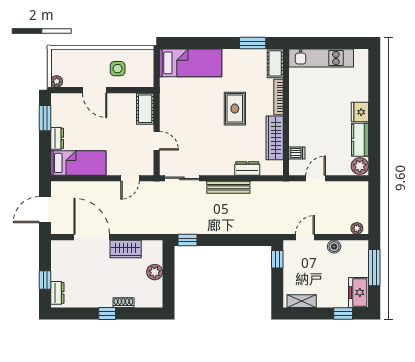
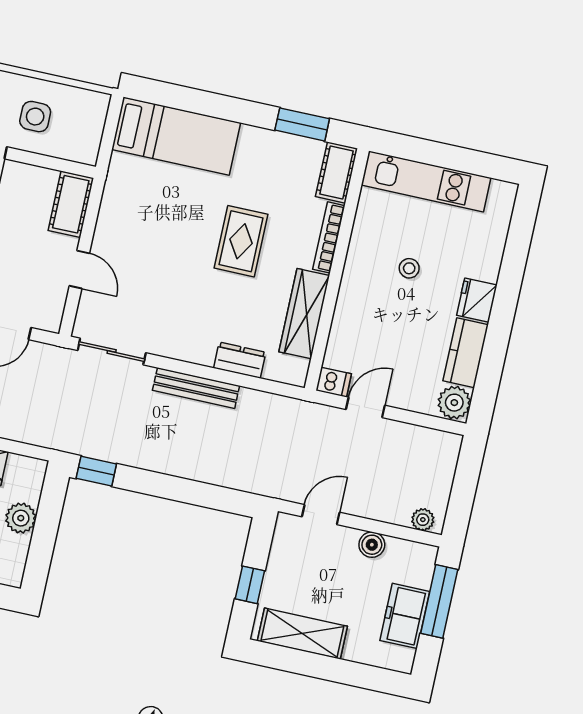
stool: (322, 104) -> (409, 268), added
dishwasher: (297, 153) -> (334, 382), moved
window: (277, 259) -> (250, 585), moved
freezer: (358, 292) -> (405, 616), moved
shelving: (302, 301) -> (302, 634), width x1.50, depth x1.33
window: (343, 313) -> (361, 675), removed

